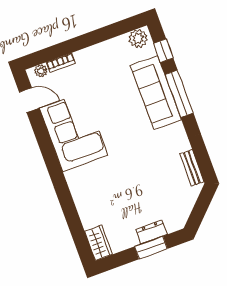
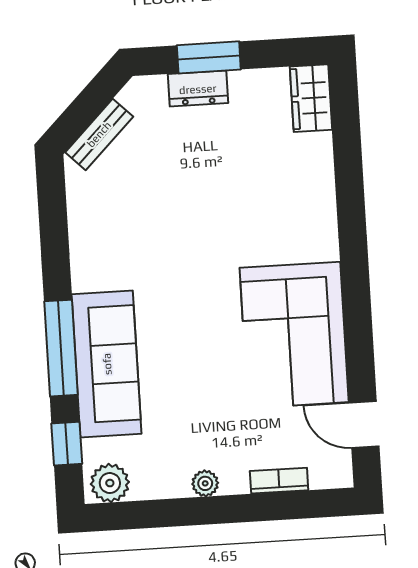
plant: (41, 71) -> (205, 483), moved
bench: (192, 168) -> (99, 134), moved, turned 45

